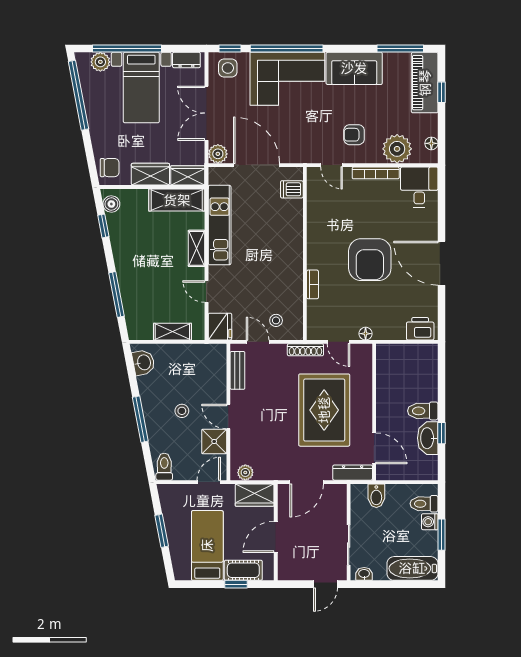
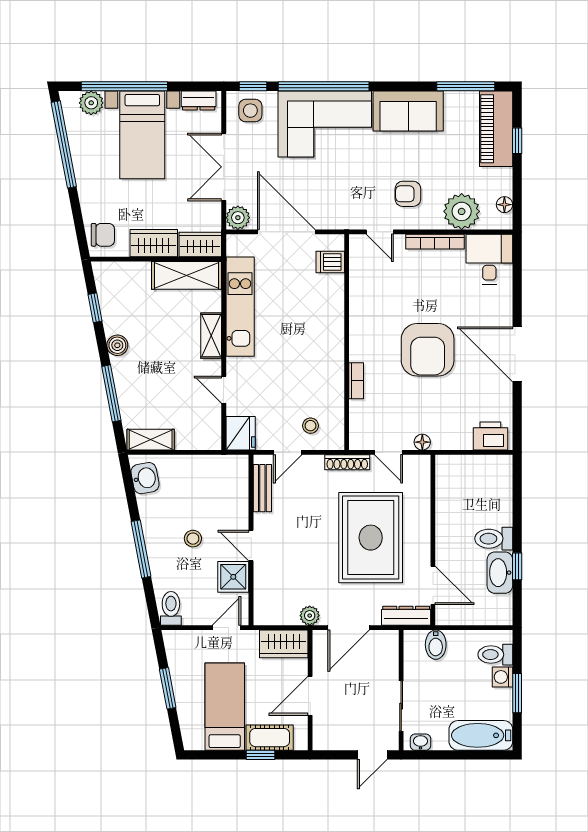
boiler: (111, 204) -> (117, 345), moved
shelving: (172, 332) -> (151, 440), moved
door: (258, 342) -> (288, 452), swing flipped
plant: (245, 472) -> (310, 616), moved

